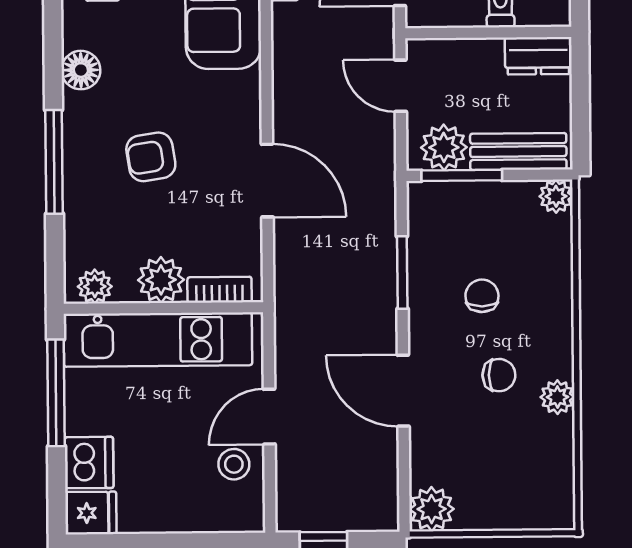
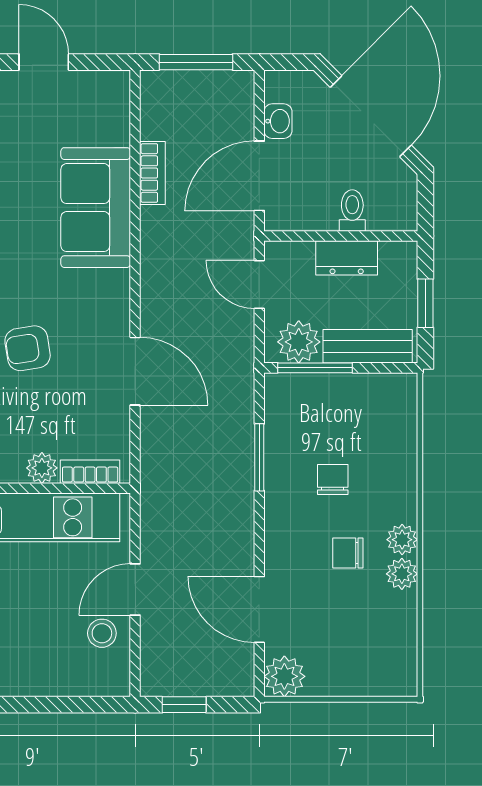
dresser: (538, 56) -> (347, 258), moved
window: (580, 104) -> (425, 303), added
plant: (556, 196) -> (402, 540), moved
plant: (161, 280) -> (42, 468), width x0.73, depth x0.73
chair: (499, 375) -> (348, 553), turned 180
door: (403, 391) -> (259, 609), moved

